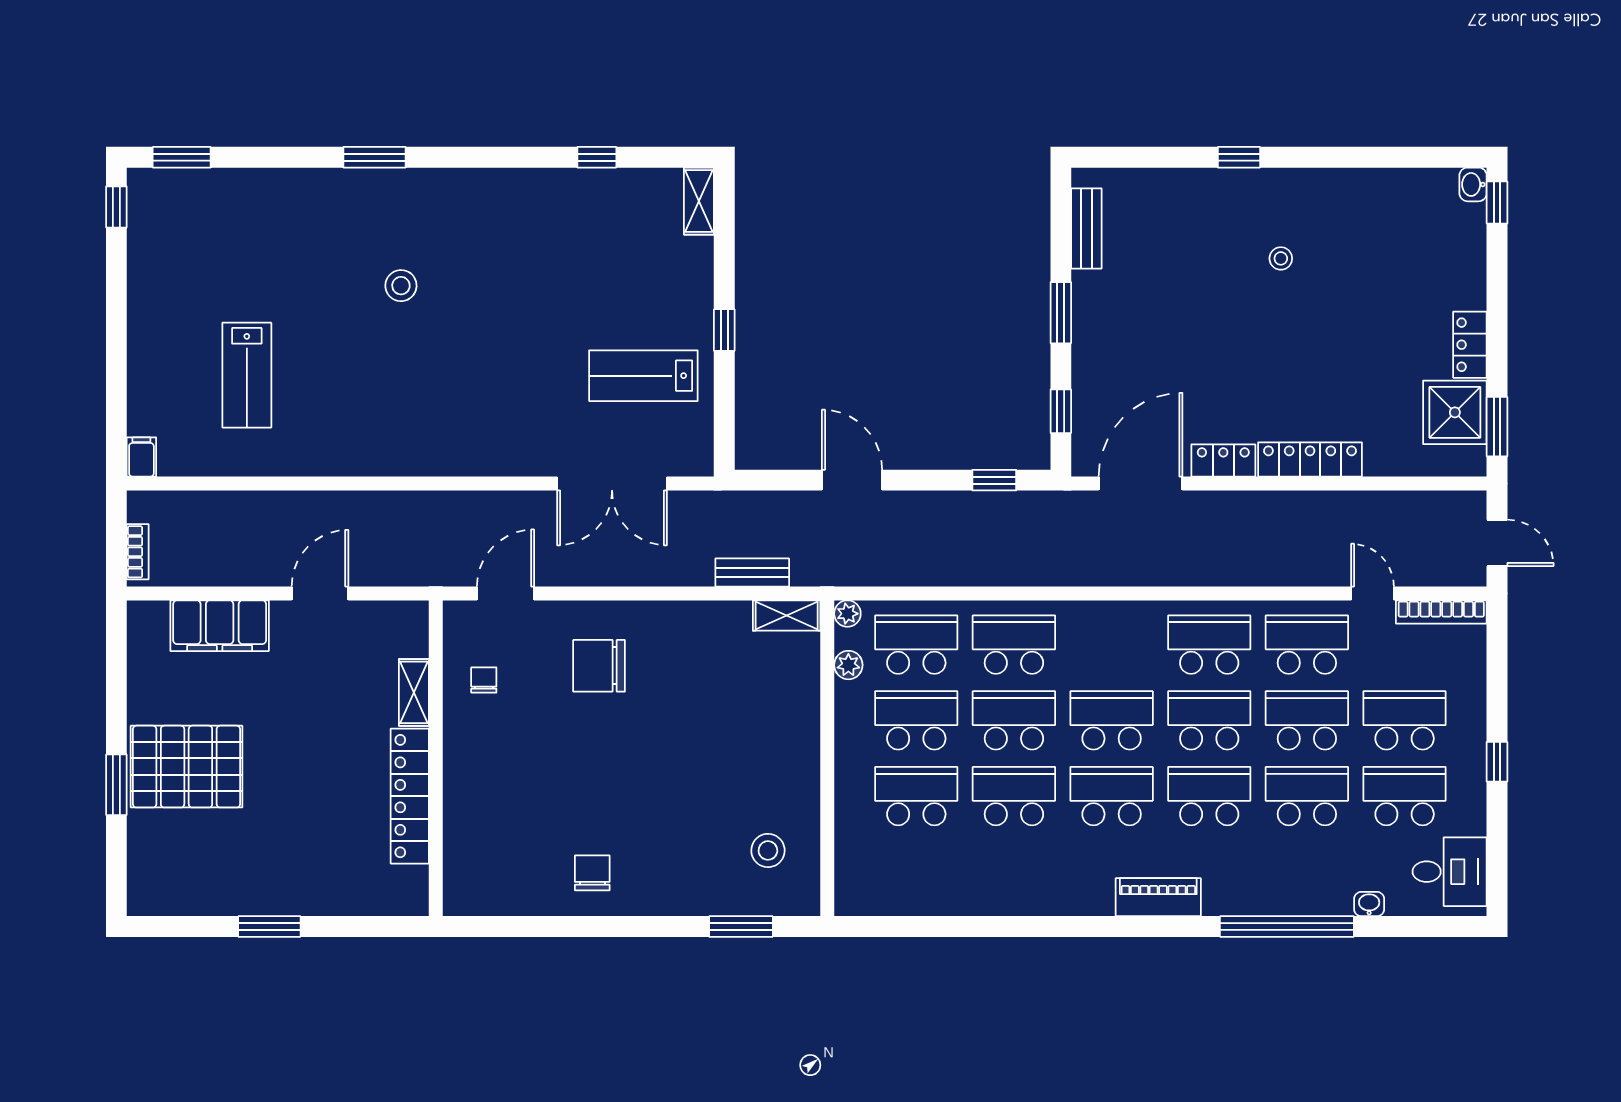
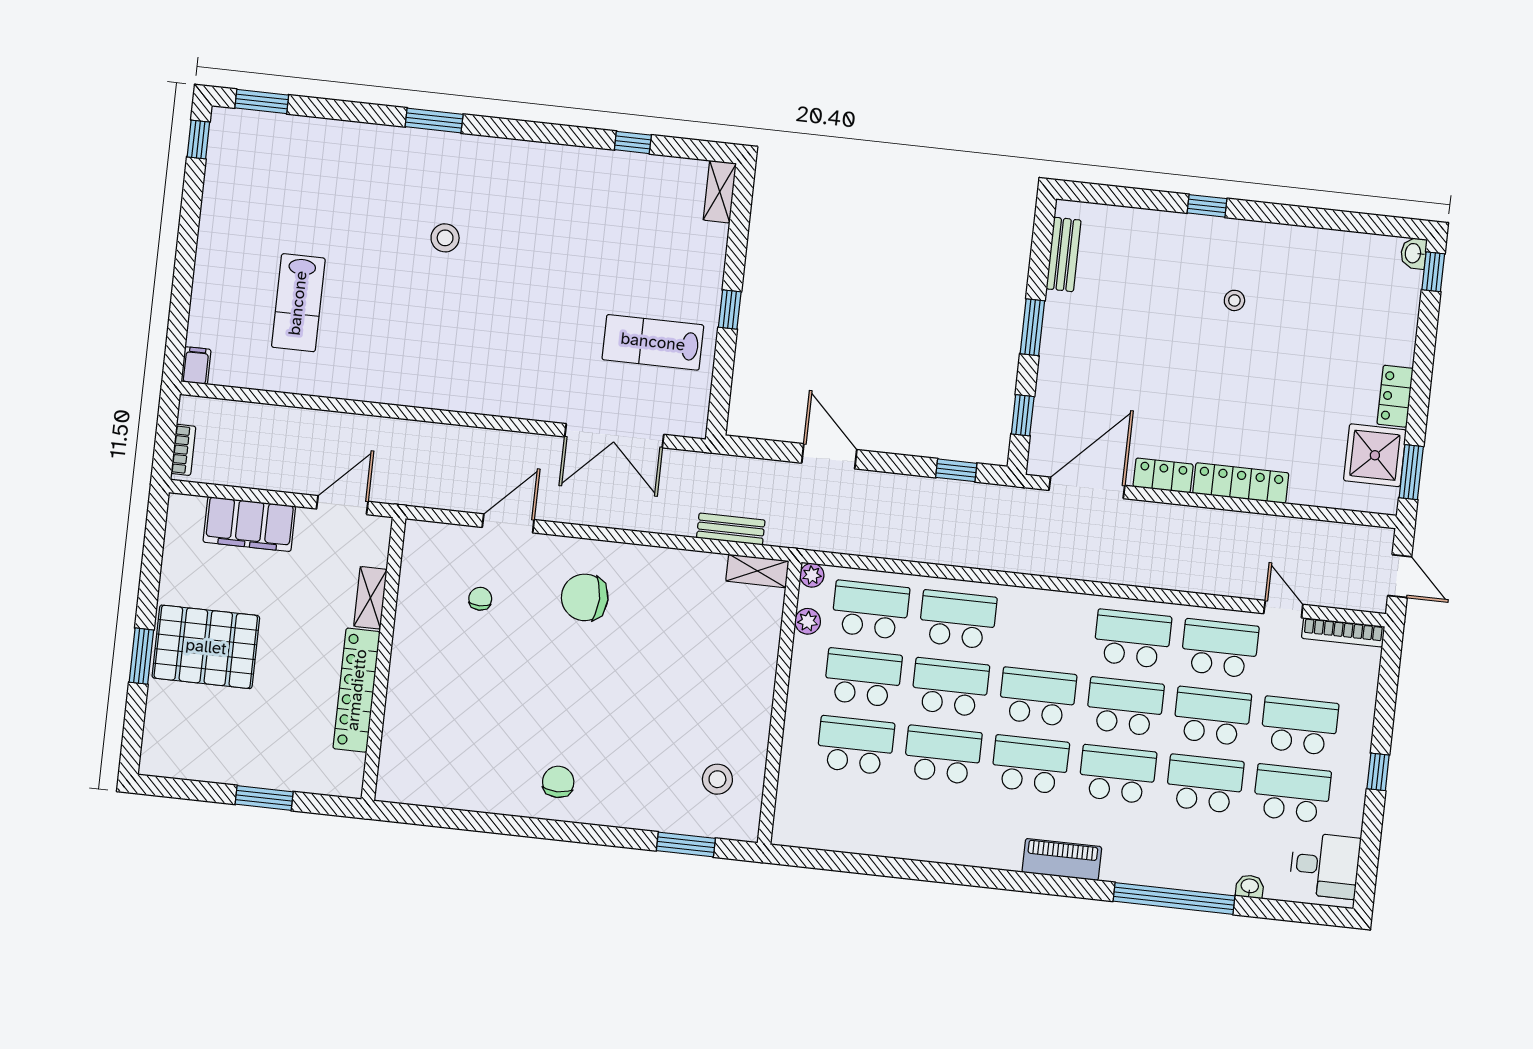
shelving: (414, 692) -> (370, 598), moved
wall: (436, 758) -> (383, 659), moved
locker: (410, 796) -> (357, 690), moved

